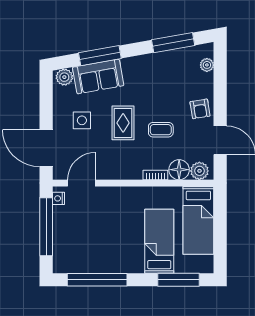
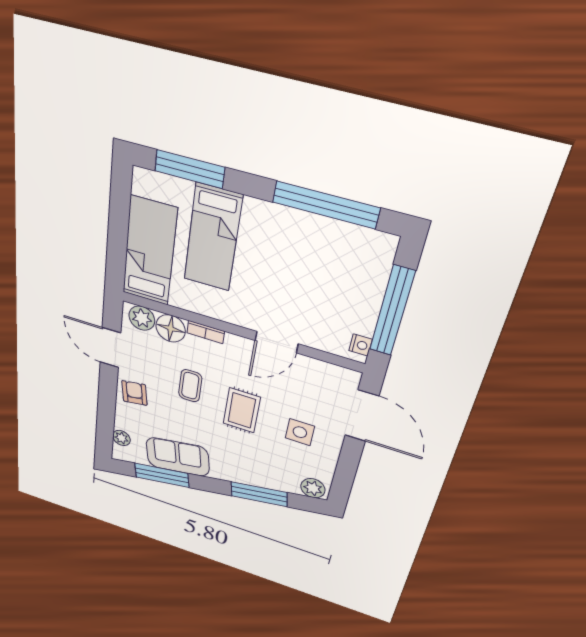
sofa: (98, 76) -> (178, 457), moved
coffee table: (161, 130) -> (190, 386), turned 90
door: (81, 183) -> (277, 342), moved

